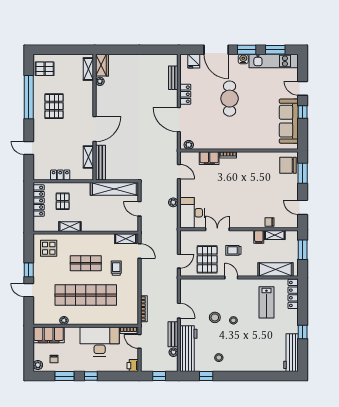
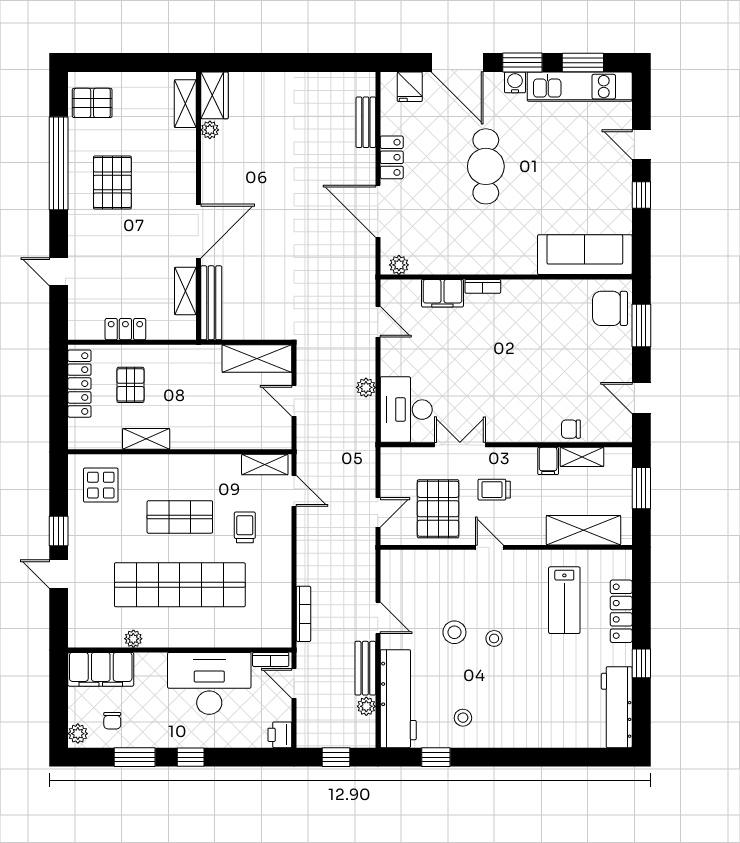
sofa: (289, 121) -> (585, 255), moved, turned 90
shelving: (114, 189) -> (257, 358), width x0.68
locker: (293, 294) -> (621, 611), moved

